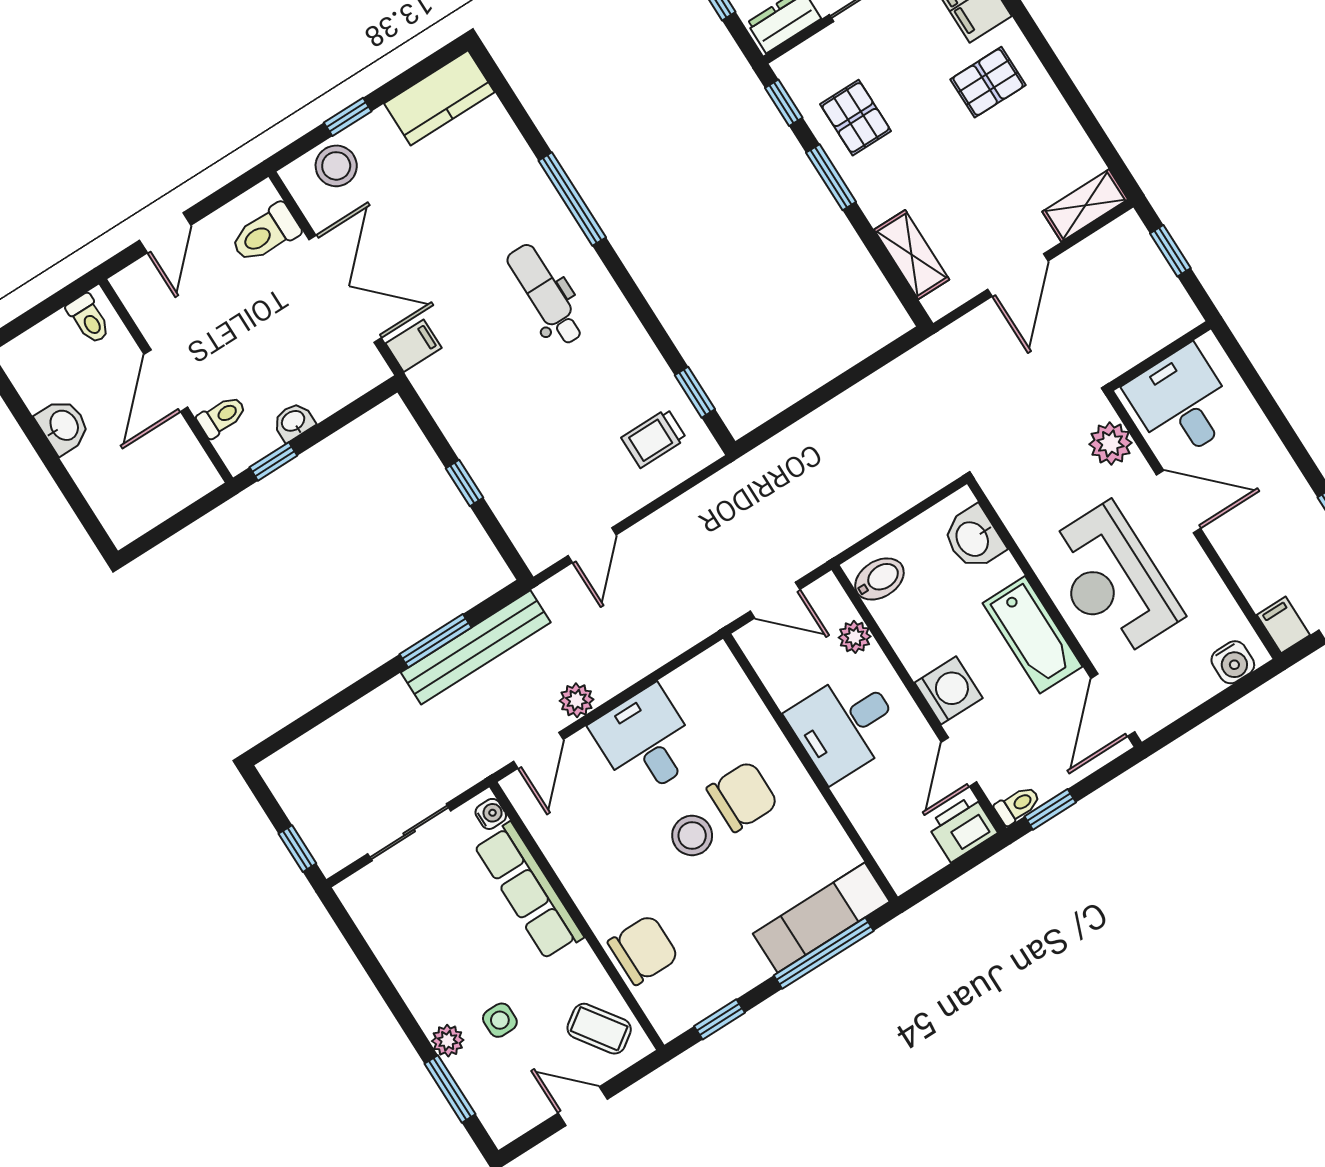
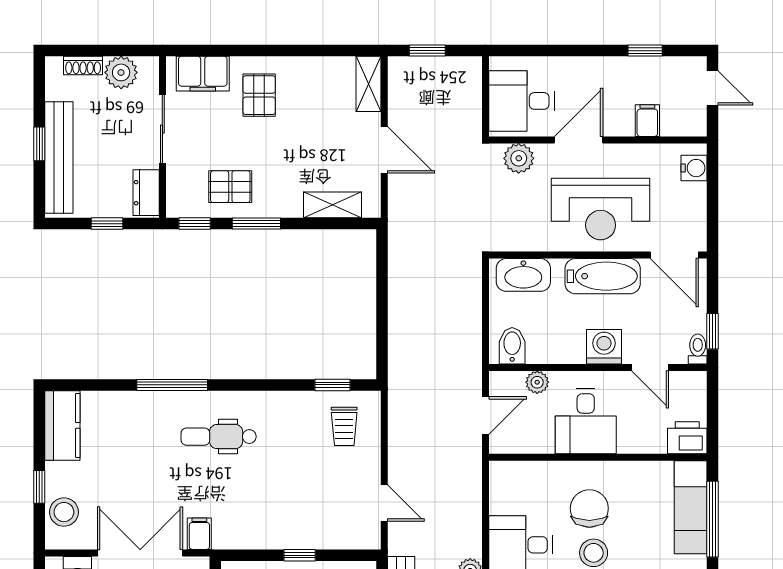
washbasin: (973, 538) -> (523, 275), width x1.38
filing cabinet: (1283, 625) -> (647, 121), moved, turned 90
printer: (962, 828) -> (687, 438), moved, turned 90

